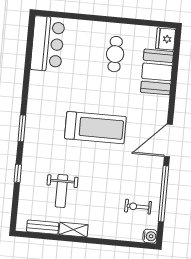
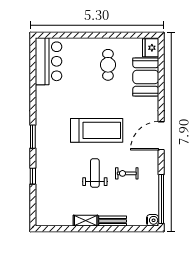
weight bench: (62, 191) -> (95, 173), moved, turned 180
window: (164, 194) -> (161, 199), moved
exercise bike: (138, 207) -> (127, 173), moved
bench: (43, 227) -> (113, 221), moved

